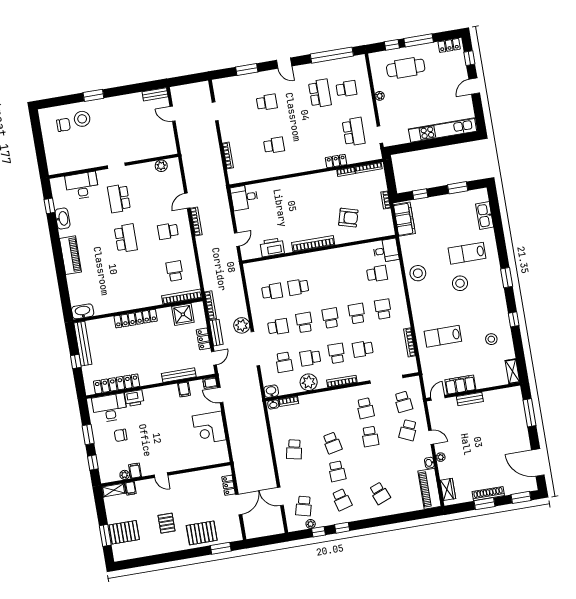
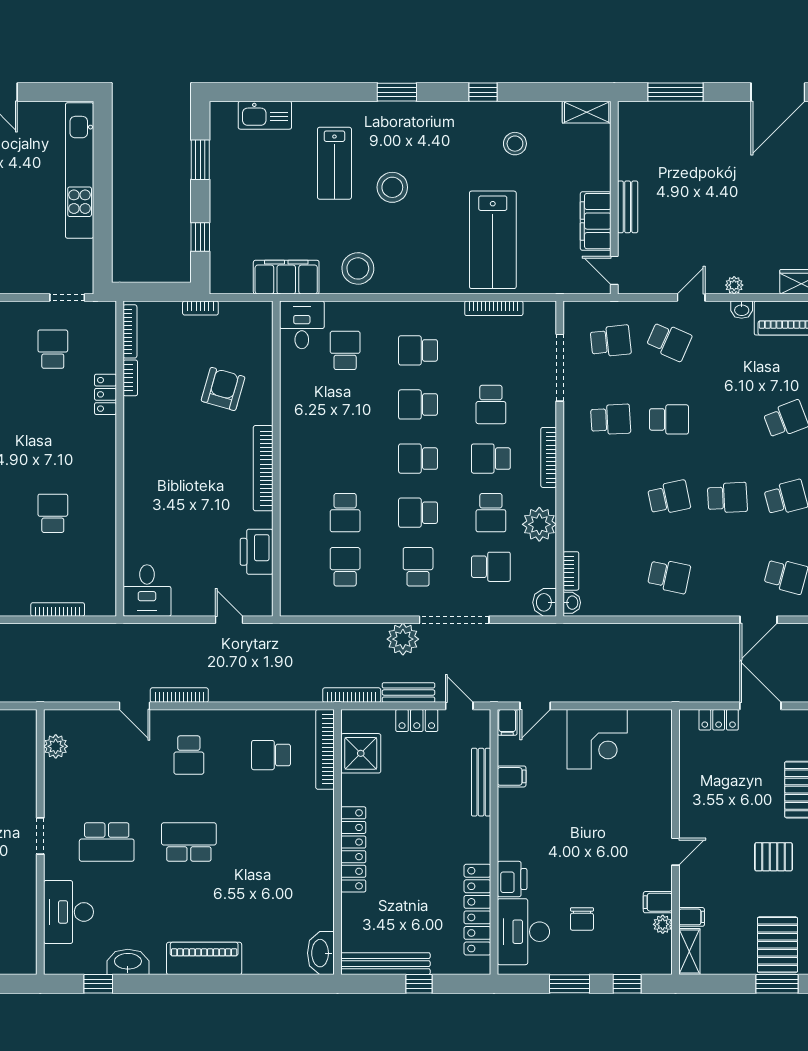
school desk: (354, 132) -> (53, 349), width x0.54
filing cabinet: (404, 219) -> (286, 277), moved
lab bench: (443, 336) -> (493, 240), width x1.36, depth x1.39

